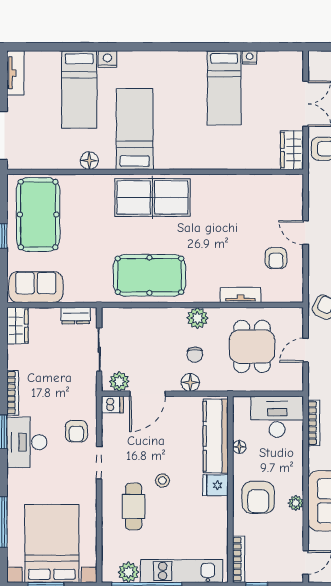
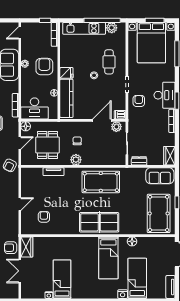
door: (306, 233) -> (20, 204), hinge flipped
armchair: (276, 258) -> (44, 217), moved
floor lamp: (190, 382) -> (26, 126), moved

